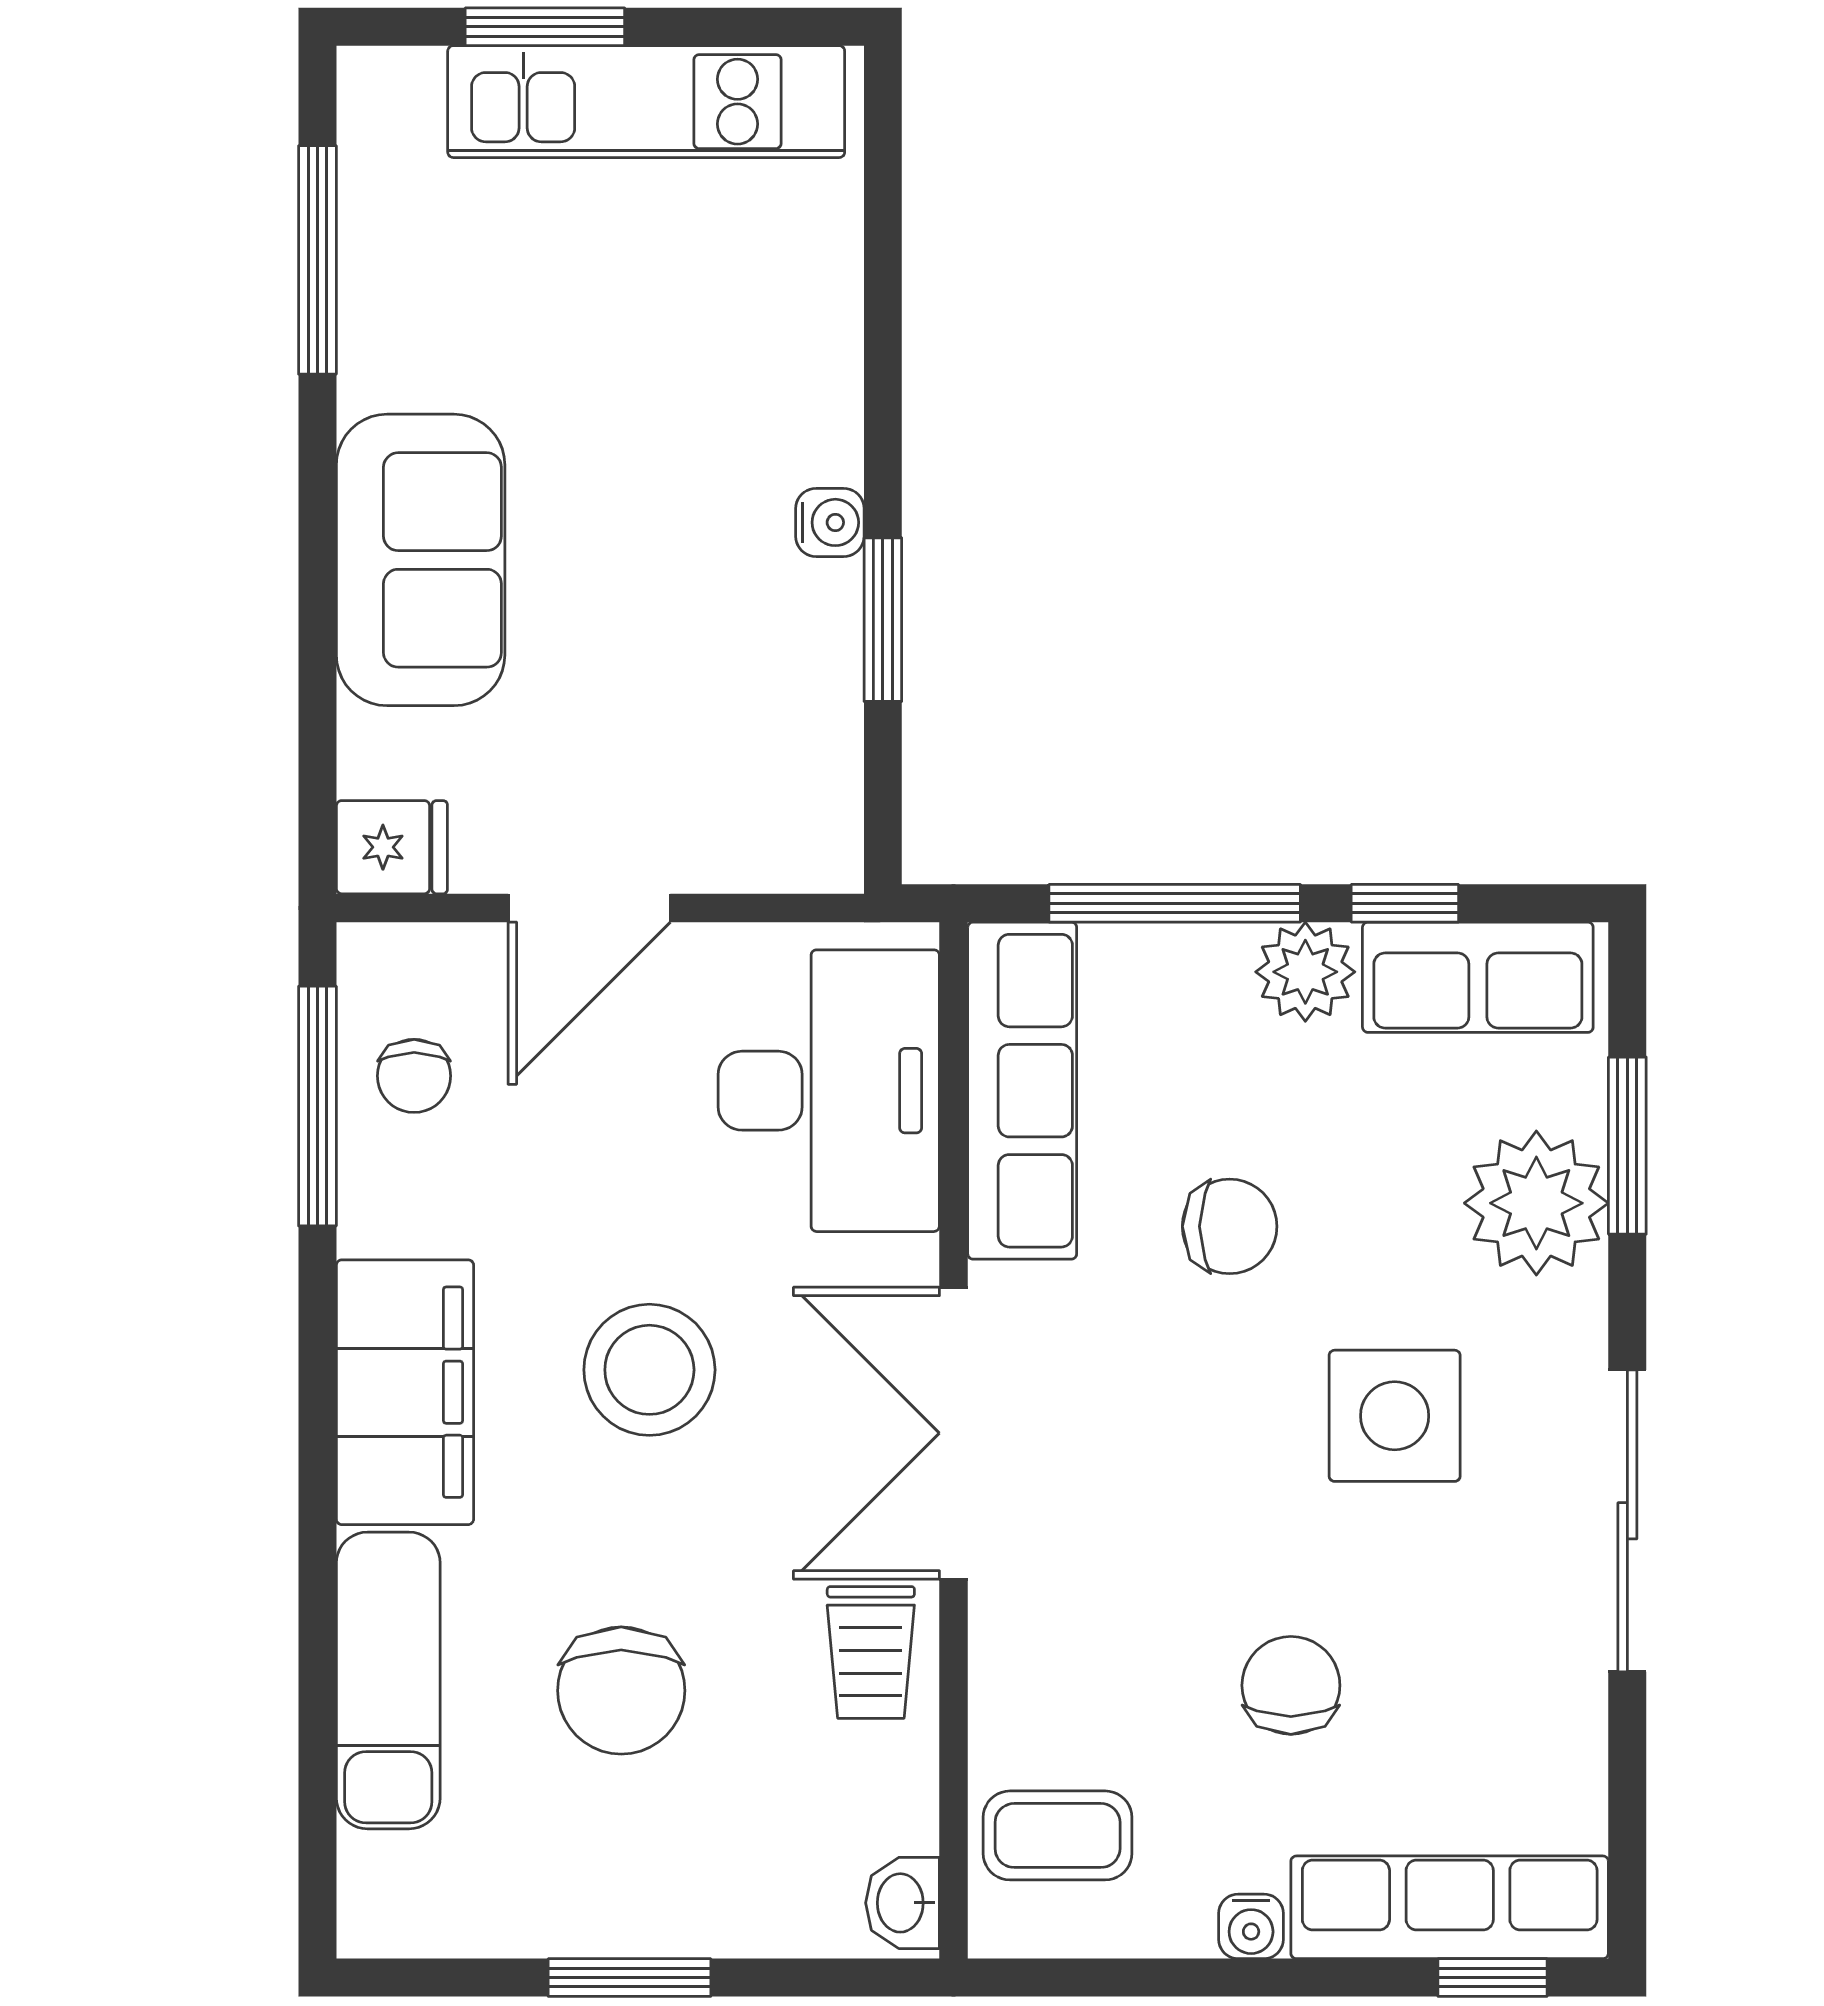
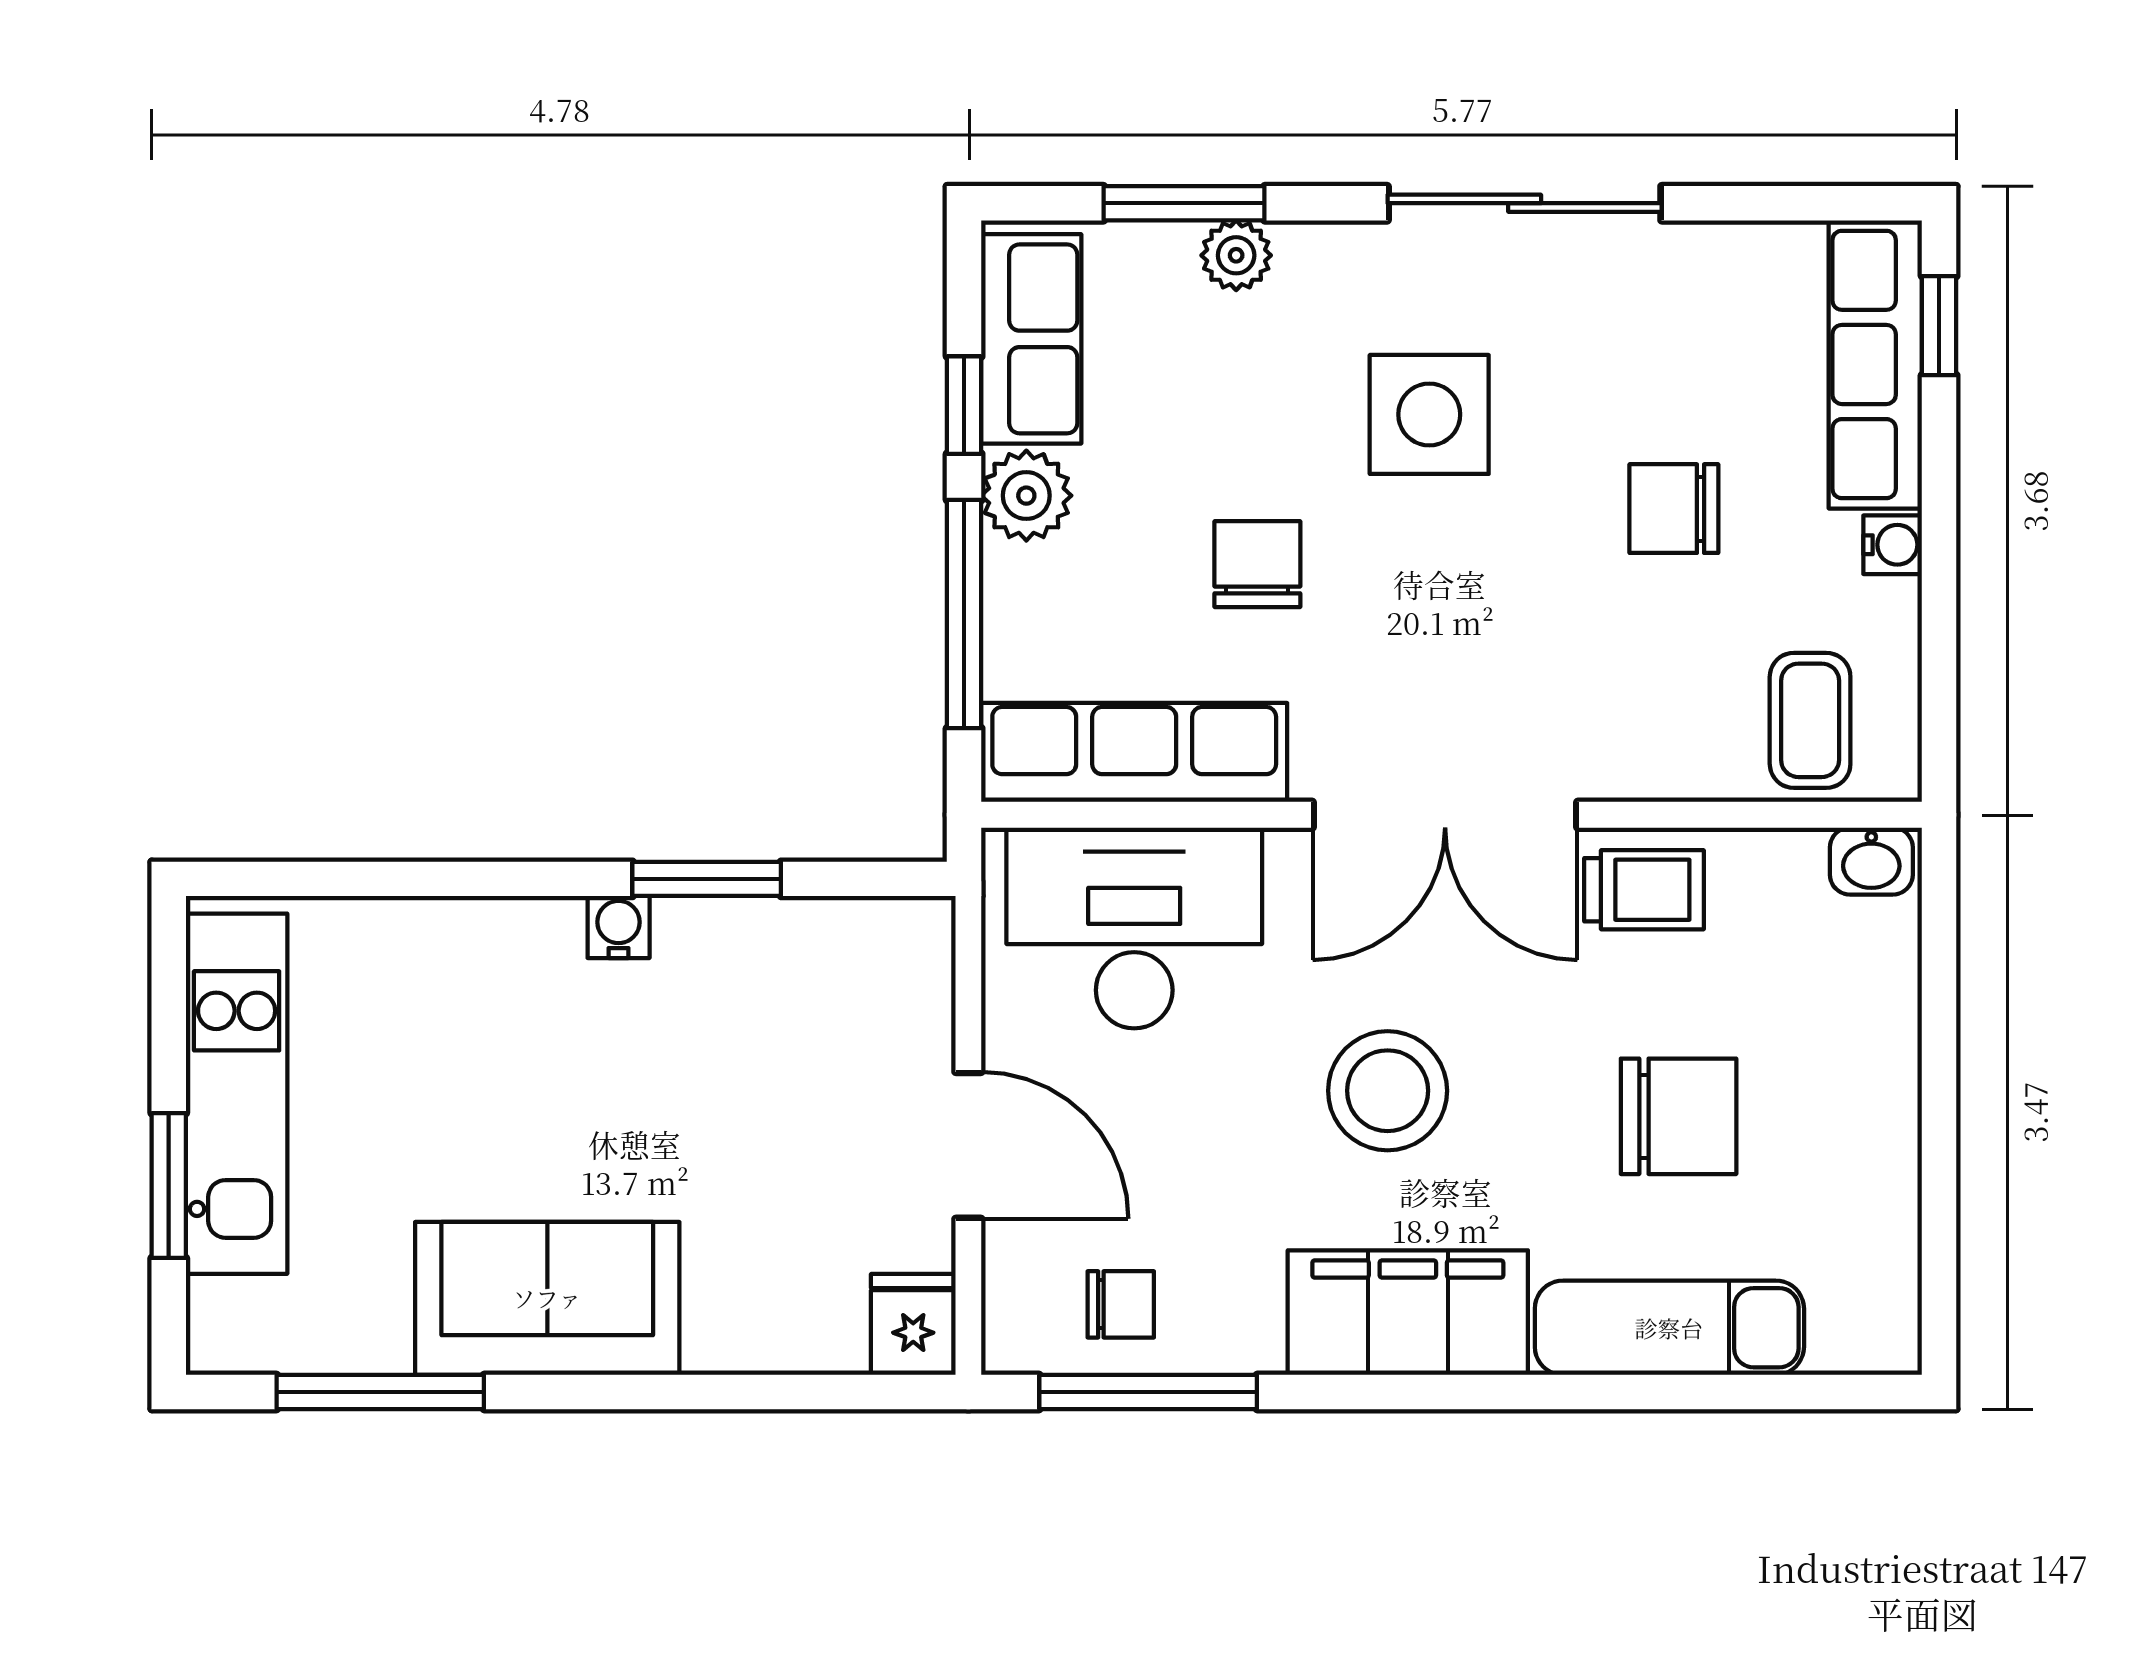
sofa: (421, 560) -> (547, 1298), moved
plant: (1536, 1203) -> (1236, 255), width x0.53, depth x0.53
window: (630, 1978) -> (1939, 1109), removed

